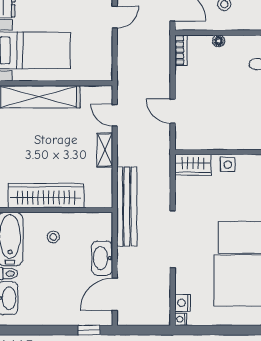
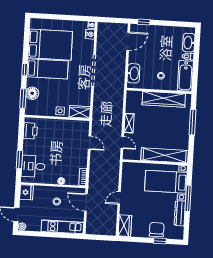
bench: (127, 206) -> (118, 91), removed
washbasin: (102, 258) -> (133, 73), moved

